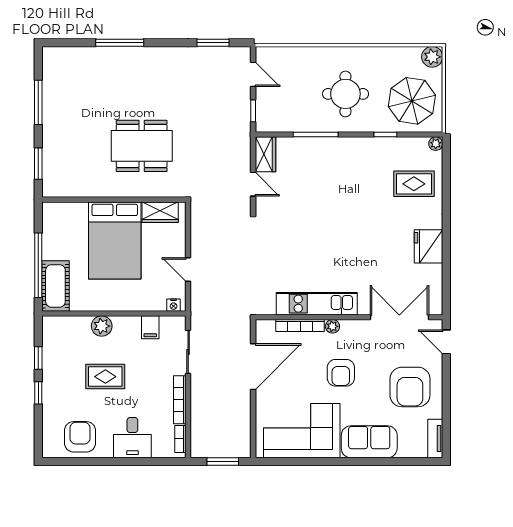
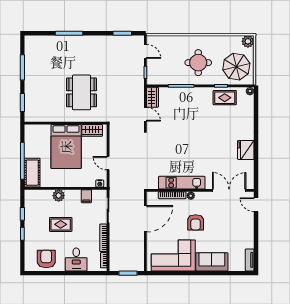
dining table: (142, 146) -> (82, 92), turned 90
rug: (414, 184) -> (225, 98), moved
armchair: (410, 387) -> (235, 230), removed

